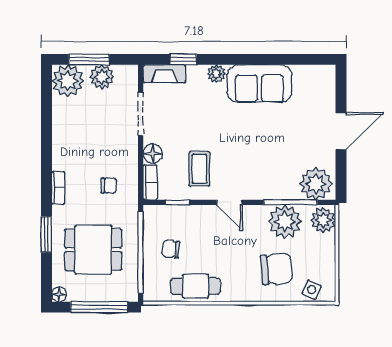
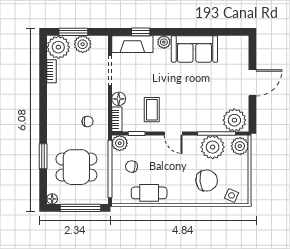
fireplace: (164, 74) -> (132, 44), width x1.37, depth x1.32
bookcase: (58, 188) -> (52, 71), moved
plant: (154, 216) -> (120, 143), added

